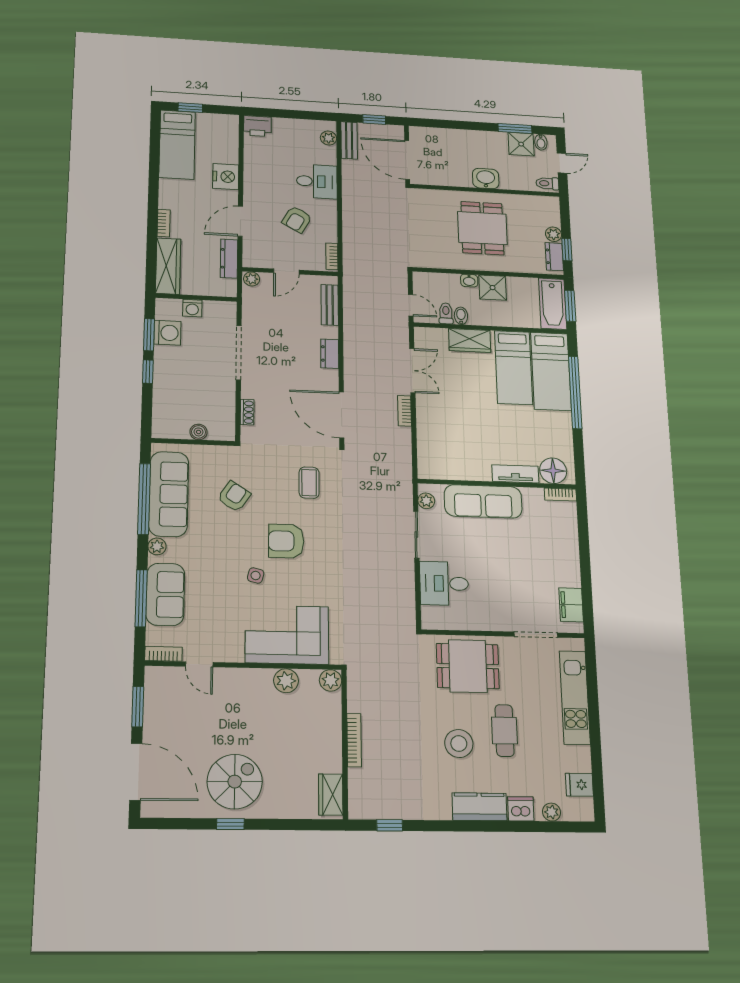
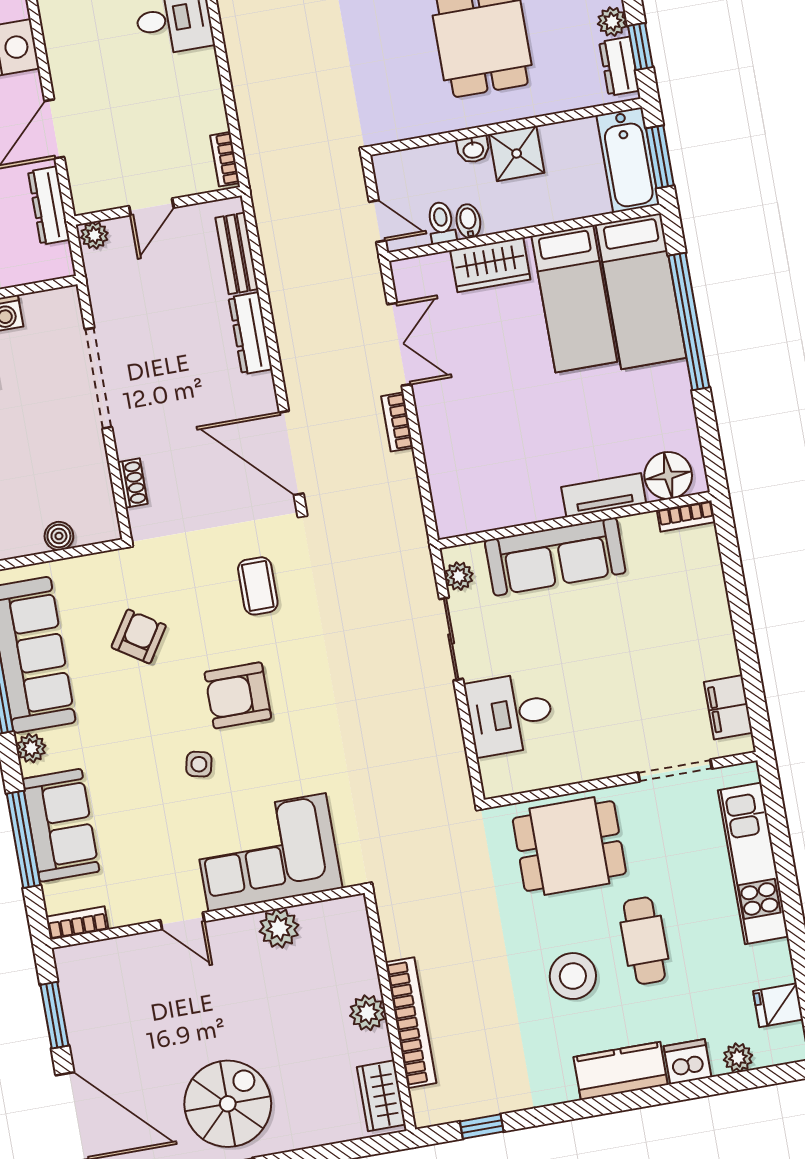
armchair: (297, 219) -> (152, 102), removed
dresser: (330, 354) -> (250, 333), width x1.44
door: (199, 664) -> (182, 921), moved
plant: (331, 680) -> (368, 1013), moved
bookcase: (354, 740) -> (411, 1023), width x1.48, depth x1.31

